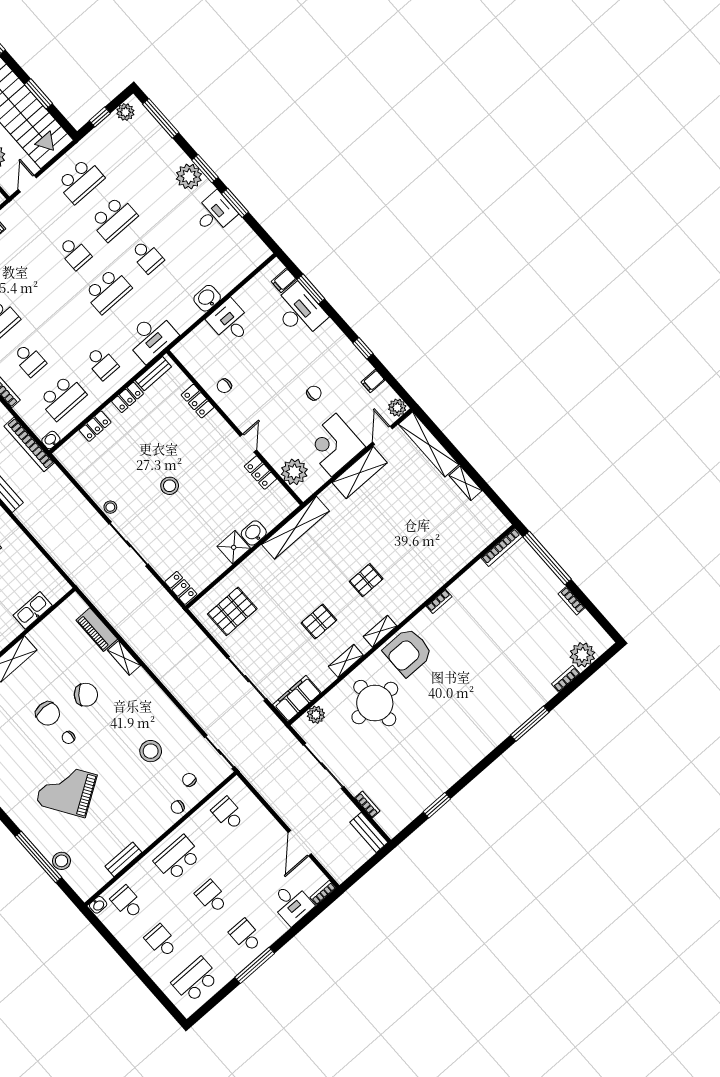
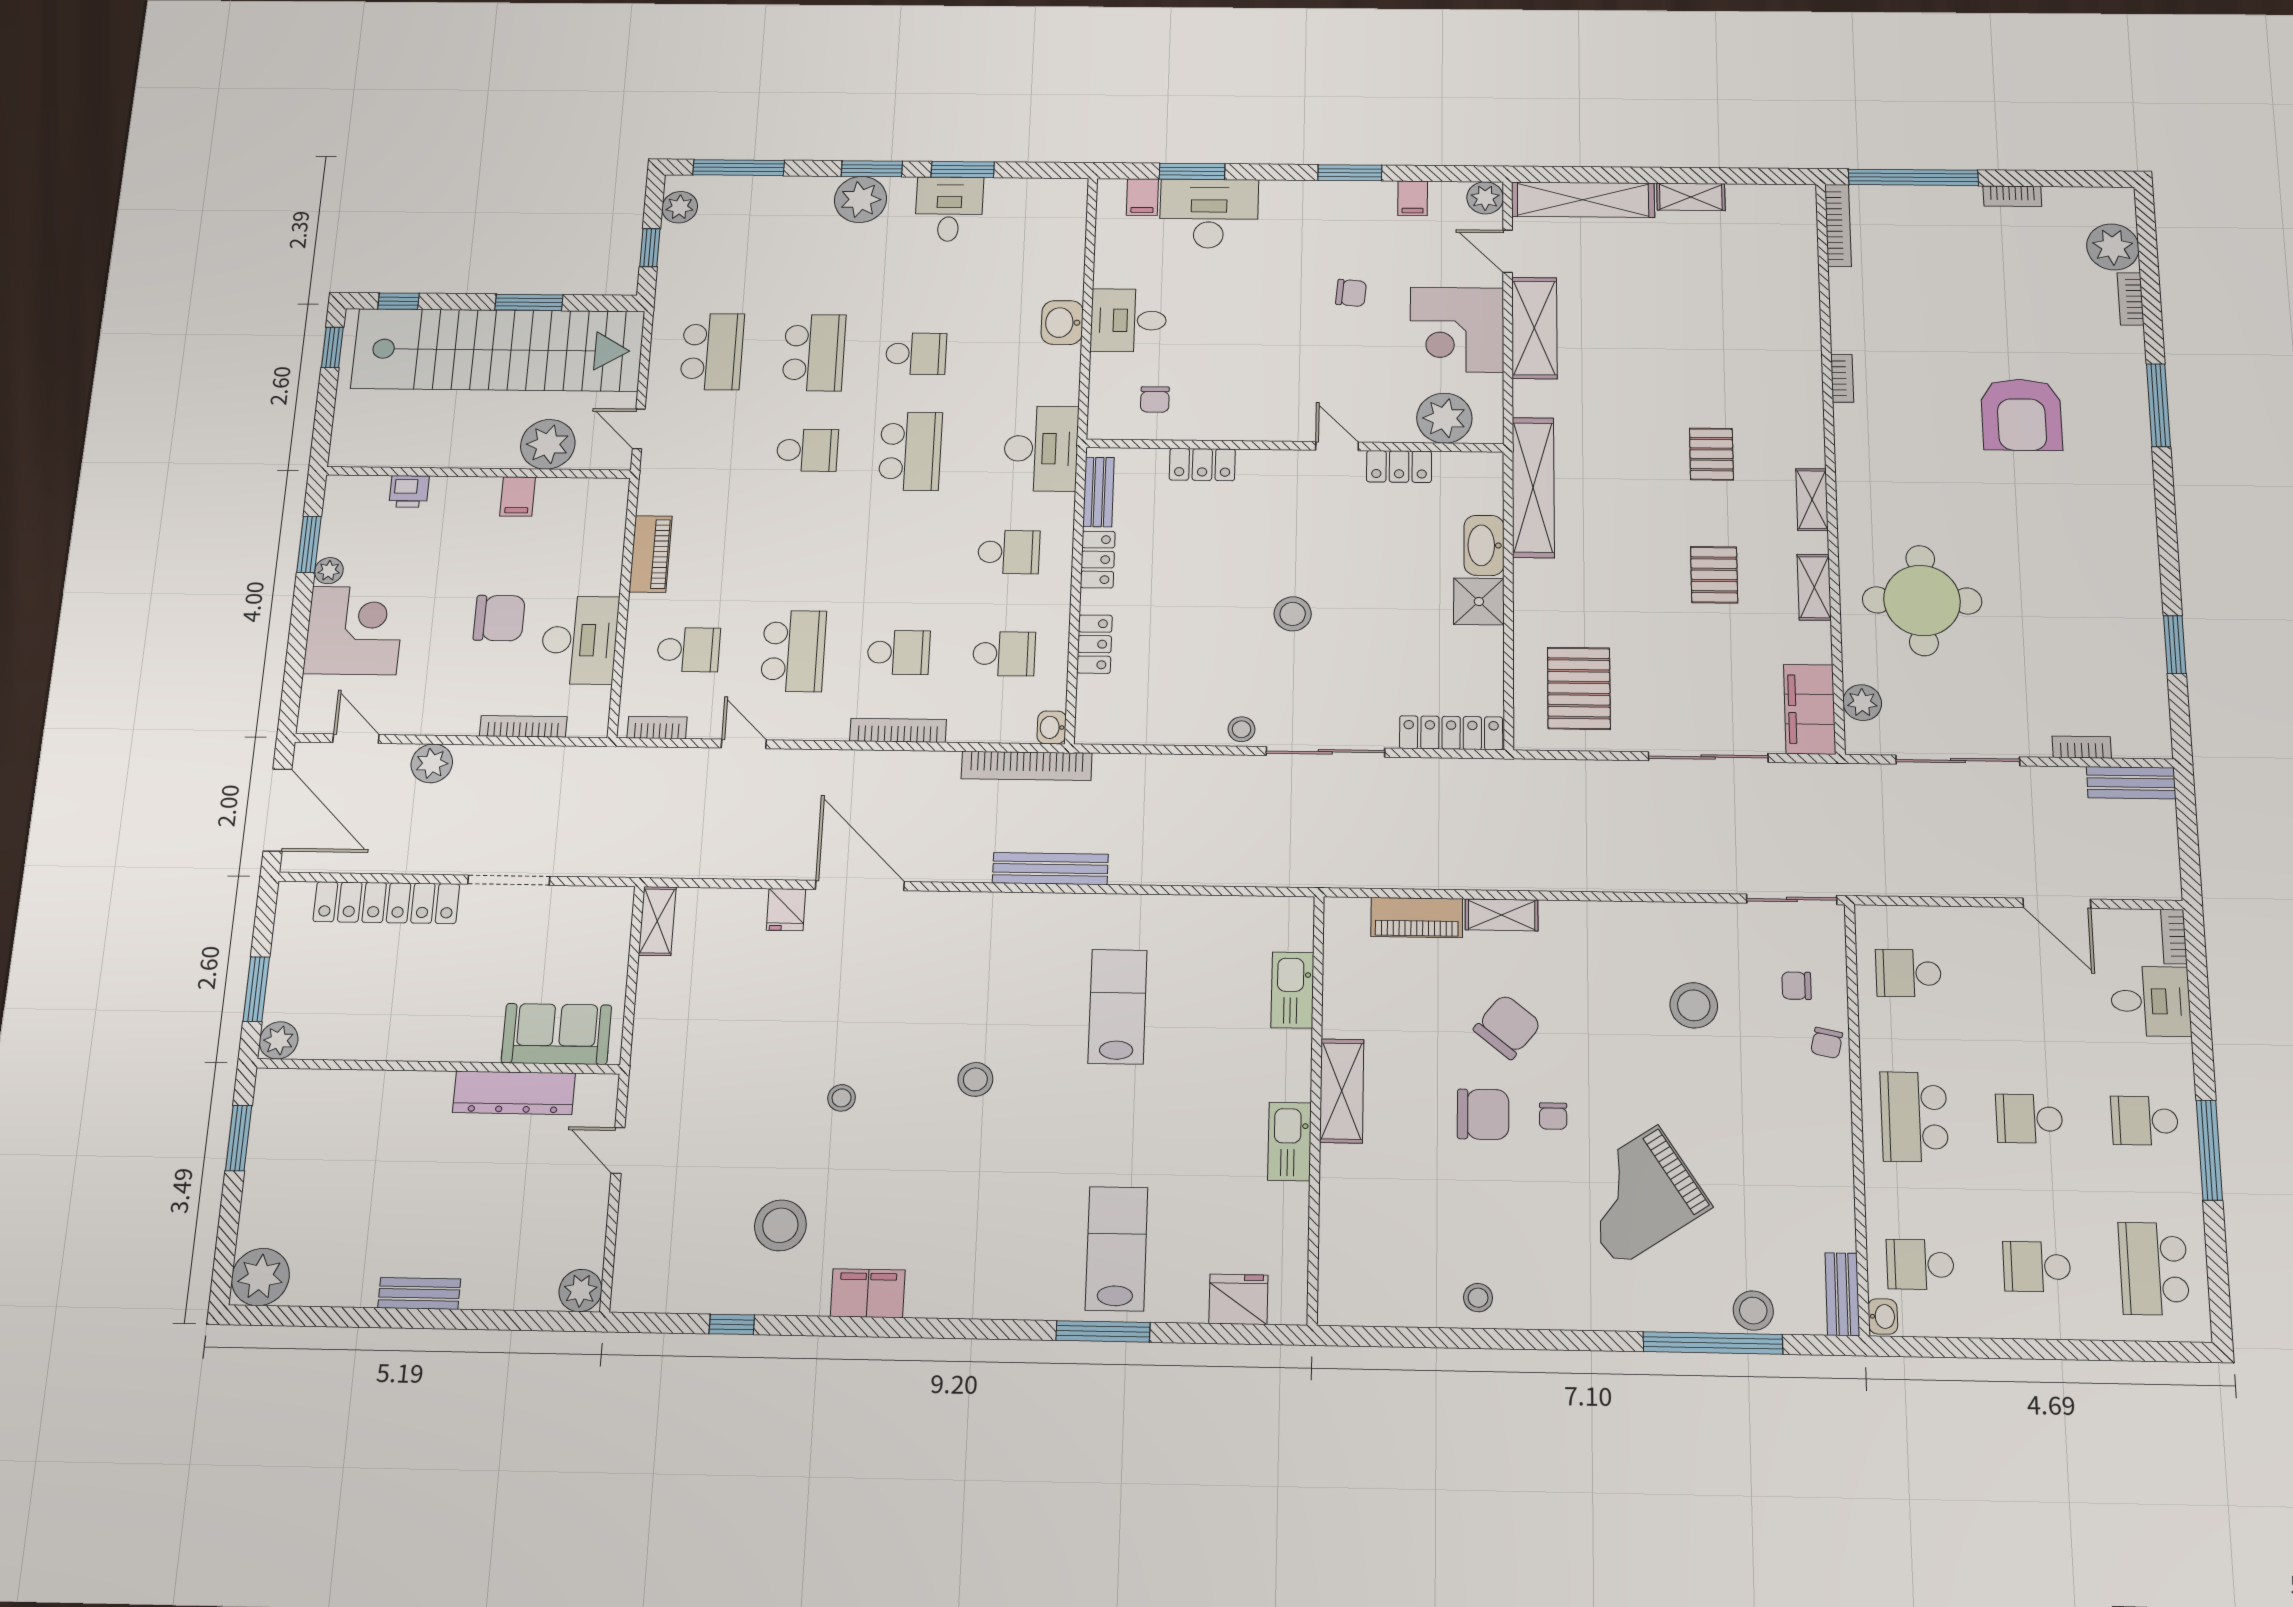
window: (363, 348) -> (1350, 173), width x1.50
chair: (224, 386) -> (1155, 399), moved
chair: (314, 393) -> (1351, 293), turned 95
school desk: (63, 398) -> (1004, 654), width x0.54
washbasin: (254, 533) -> (1484, 545), width x1.38
locker: (181, 588) -> (1451, 733), width x1.53
armchair: (408, 652) -> (2021, 415), moved
bench: (123, 859) -> (1842, 1294), moved

